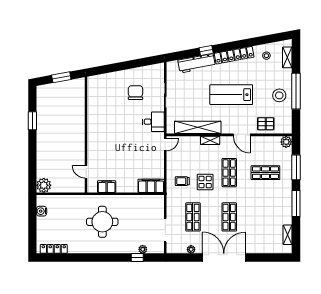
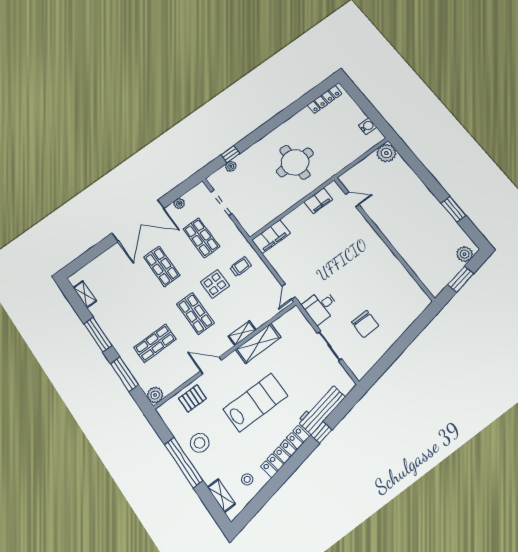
plant: (47, 90) -> (465, 254), added
shelving: (198, 127) -> (258, 343), width x0.68

